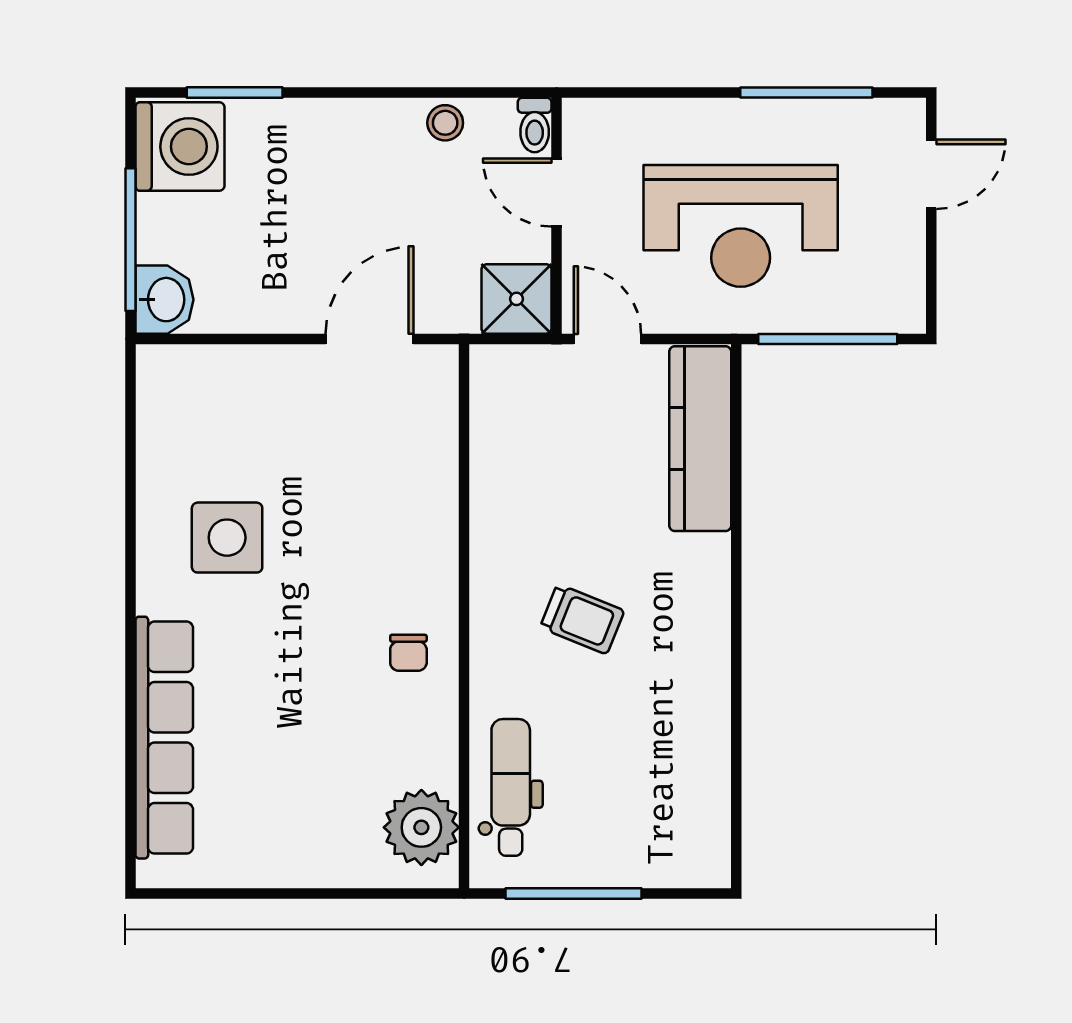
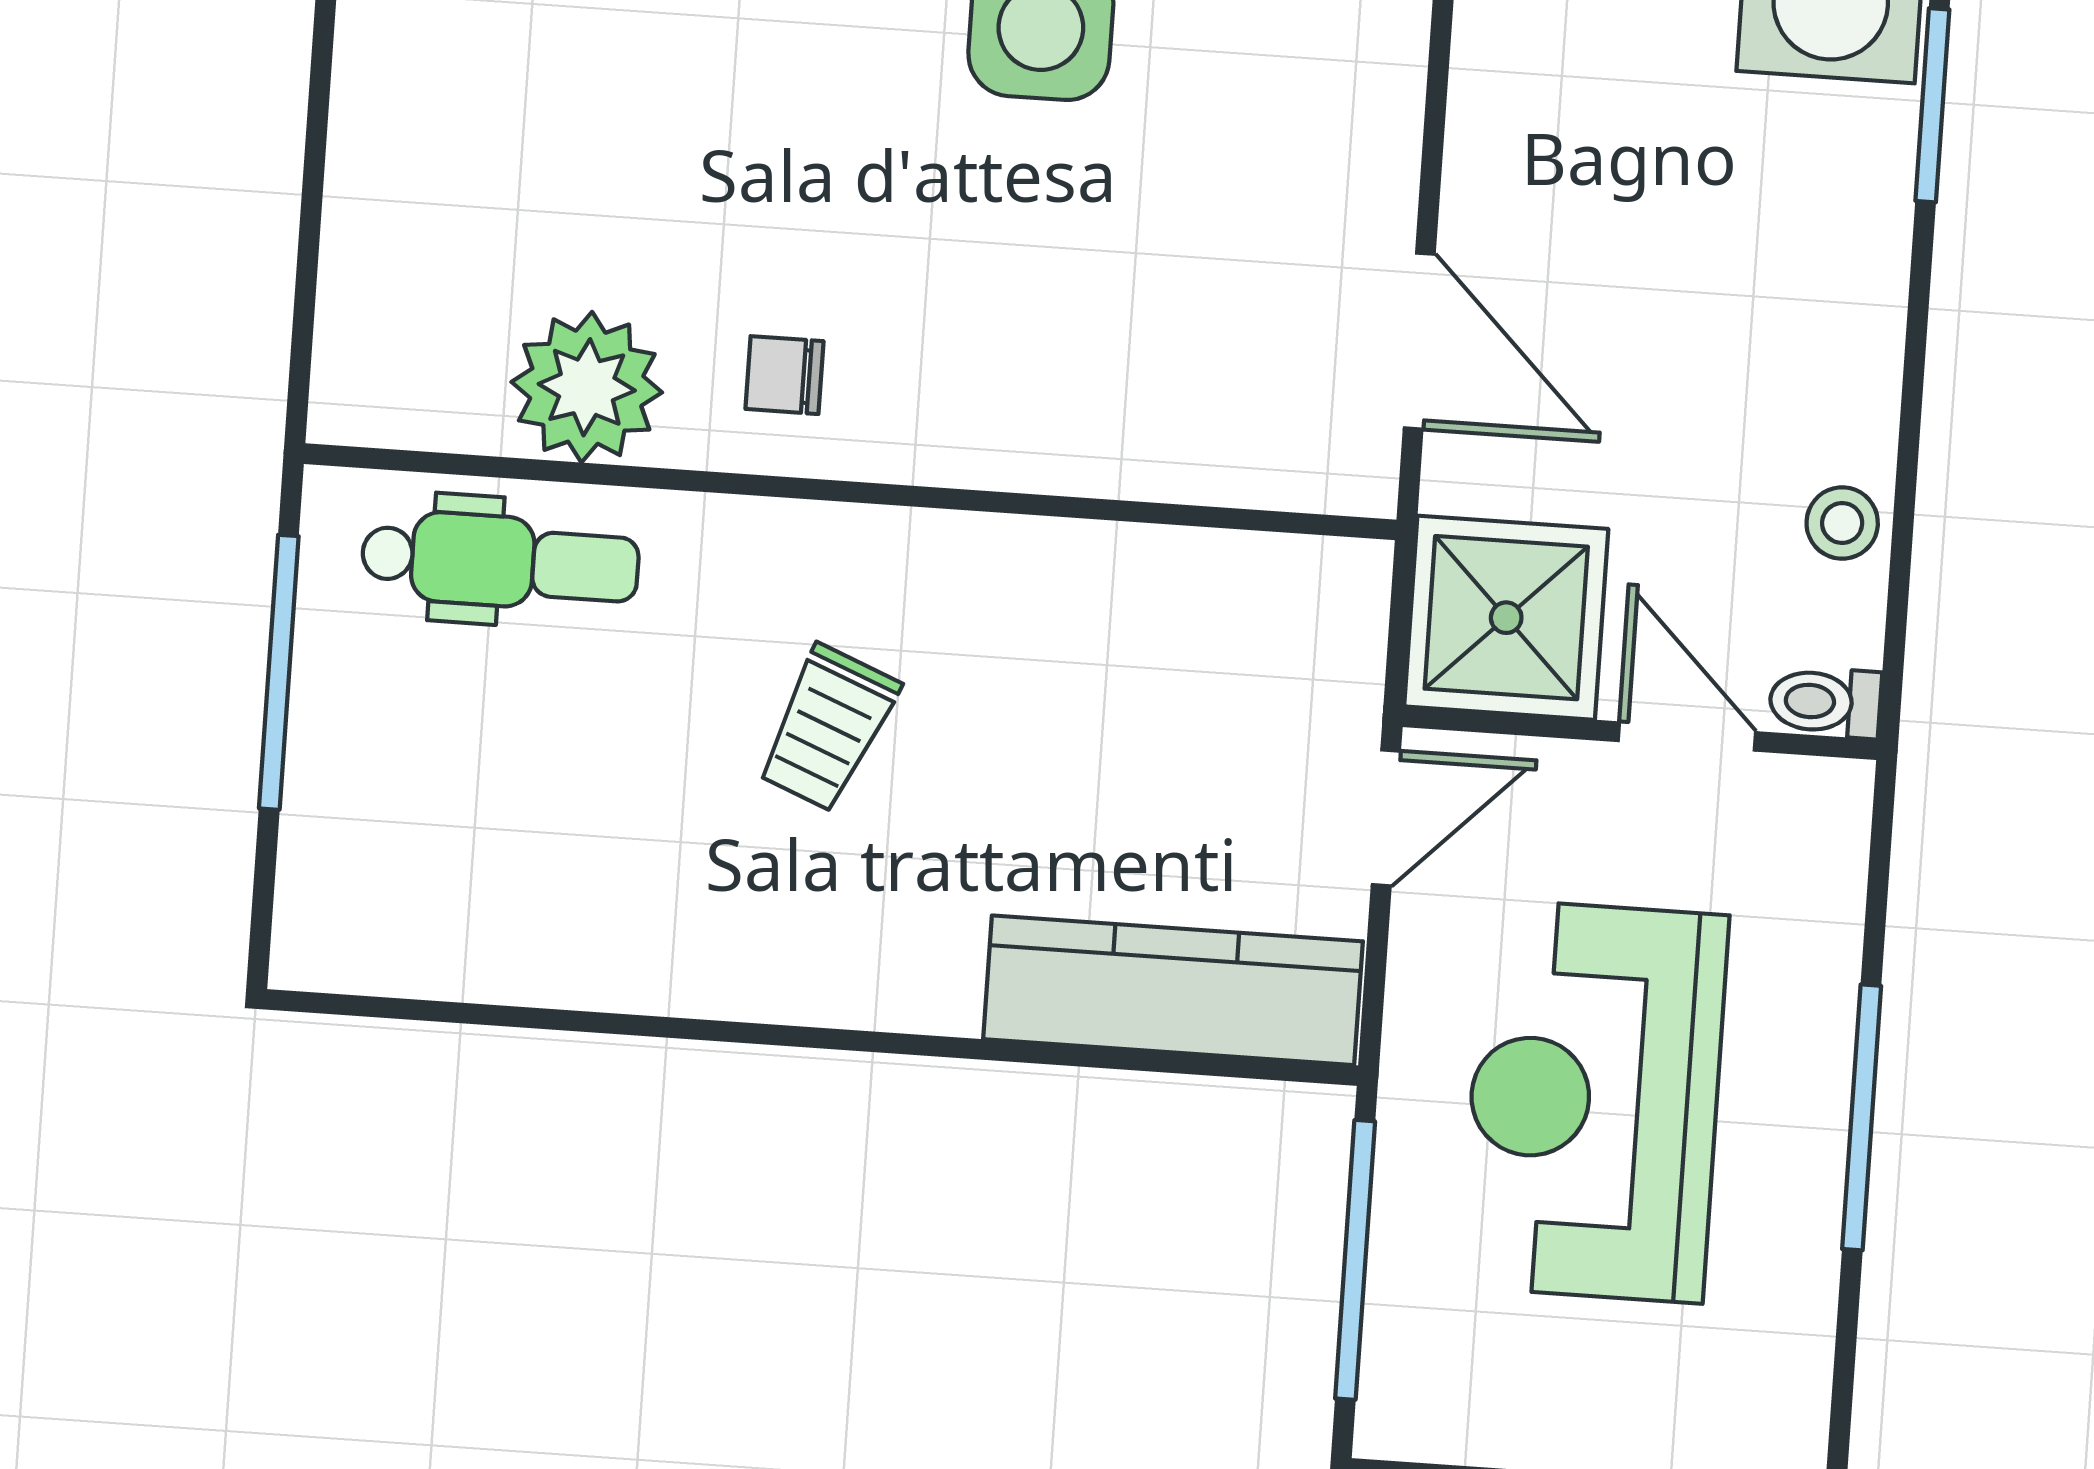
window: (806, 93) -> (1862, 1117), moved
door: (557, 192) -> (1687, 737), hinge flipped
shower: (516, 299) -> (1506, 618), width x1.36, depth x1.36
plant: (421, 827) -> (587, 387), moved

